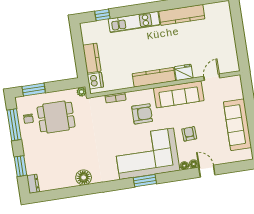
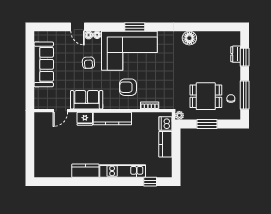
kitchen counter: (182, 15) -> (85, 171), width x0.67
window: (34, 90) -> (207, 124), moved
sofa: (179, 94) -> (87, 100), width x0.73
dresser: (33, 184) -> (236, 54), moved

